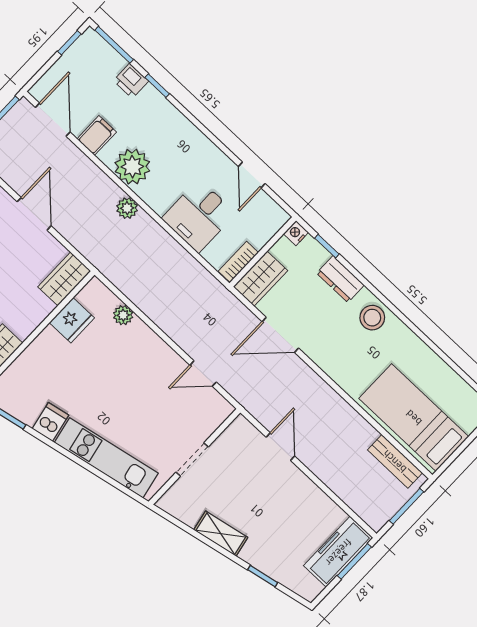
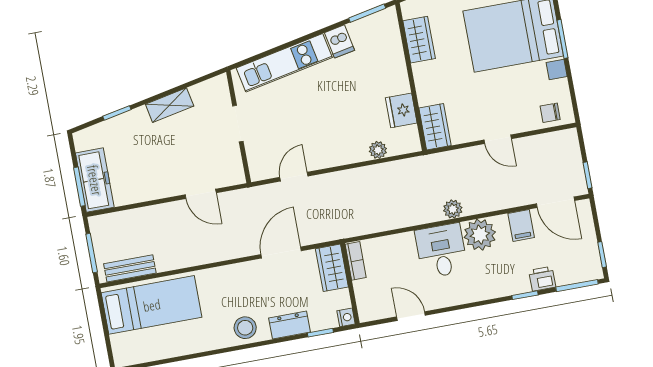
door: (34, 214) -> (498, 139), width x0.73
desk: (199, 216) -> (441, 251), moved

